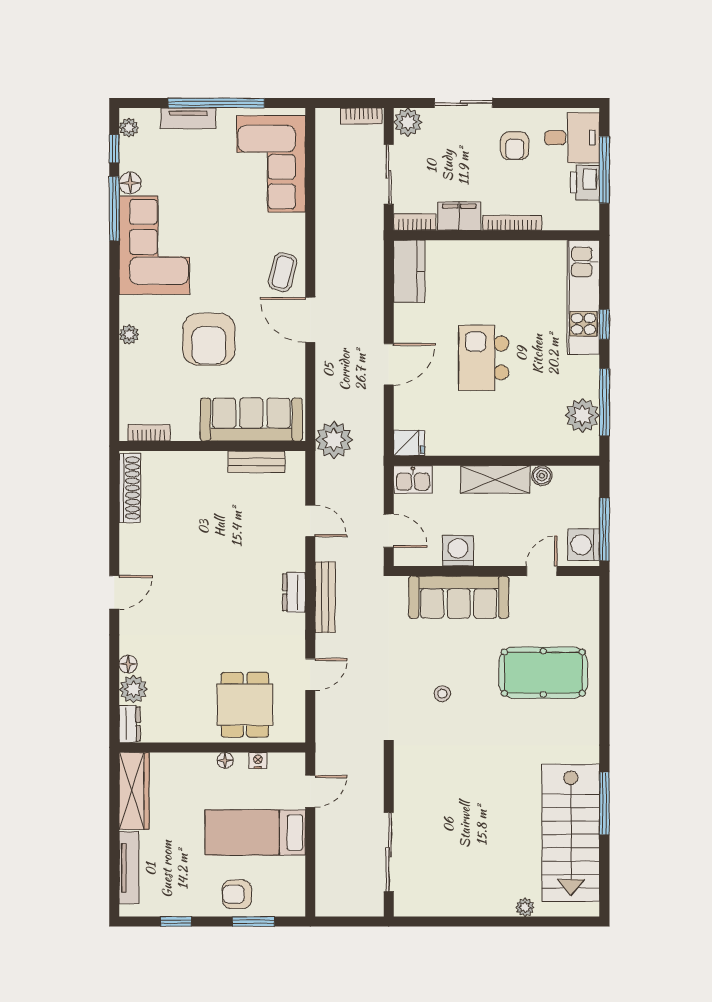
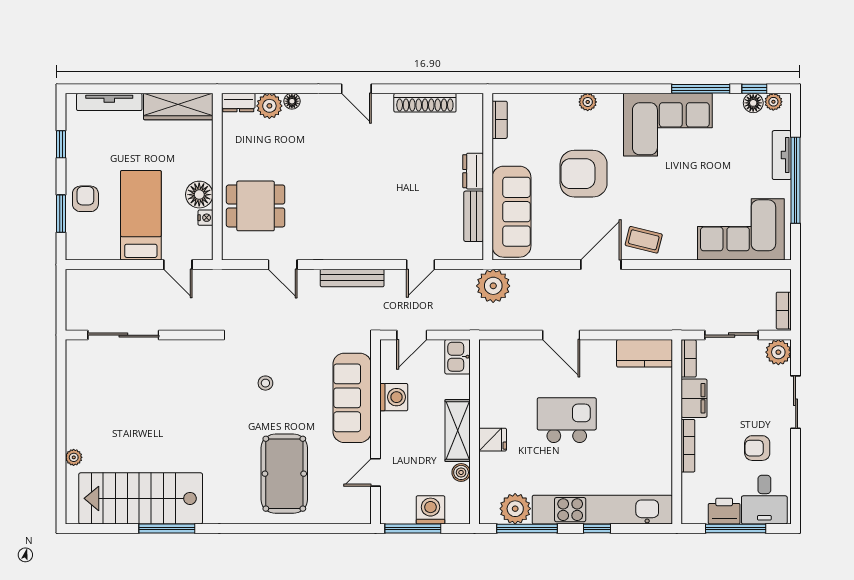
floor lamp: (130, 183) -> (753, 103), moved
kitchen unit: (583, 297) -> (602, 510), width x1.36
fridge: (409, 443) -> (493, 440), moved, turned -90
shoe rack: (130, 488) -> (425, 103), moved
washing machine: (584, 545) -> (431, 510), moved
door: (542, 571) -> (376, 472), swing flipped
dresser: (294, 592) -> (473, 171), moved, turned -90
floor lamp: (225, 760) -> (199, 195), width x1.89, depth x1.89

